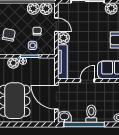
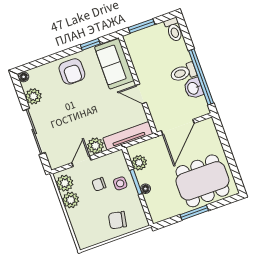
plant: (13, 63) -> (139, 163), moved
washbasin: (64, 117) -> (193, 88), moved

